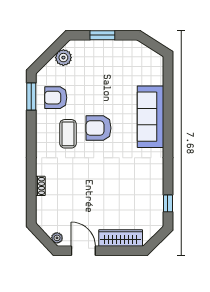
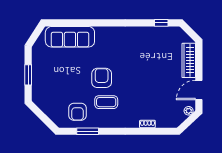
plant: (63, 58) -> (46, 106), removed
window: (31, 97) -> (88, 131), moved
sofa: (150, 117) -> (70, 37), moved
armchair: (99, 128) -> (102, 78), turned 180

